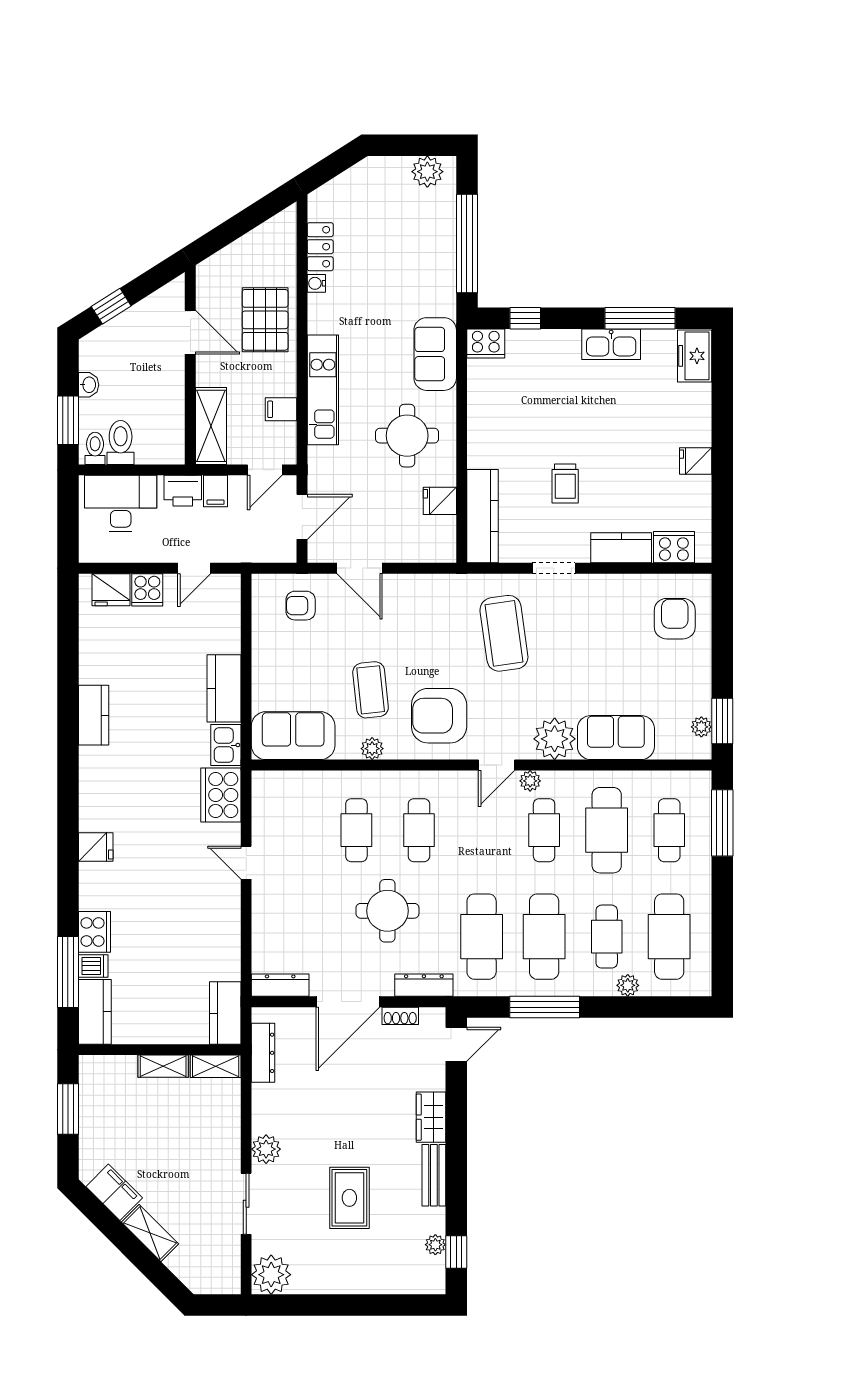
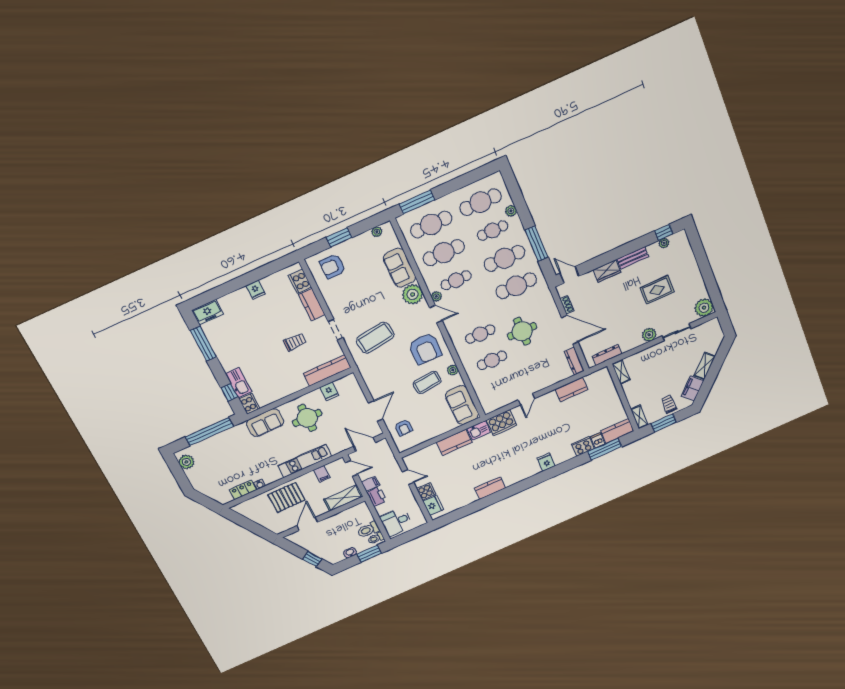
kitchen sink: (611, 344) -> (239, 383), moved
desk: (121, 503) -> (396, 522), width x0.73
window: (722, 721) -> (339, 237), moved
cafe table: (669, 830) -> (431, 225), width x1.37, depth x1.35
dresser: (424, 985) -> (549, 301), removed
kitchen counter: (225, 1013) -> (571, 389), moved
shelving: (163, 1066) -> (639, 417), moved
trolley: (103, 1134) -> (669, 404), added

